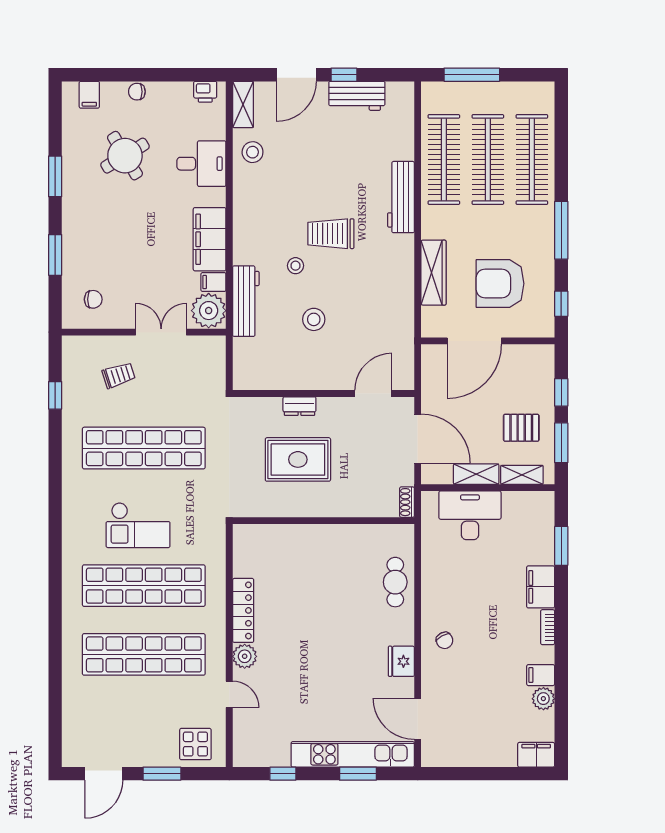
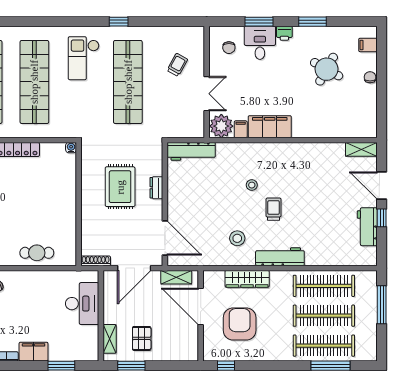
printer: (205, 92) -> (284, 33), moved, turned -90
stool: (253, 152) -> (329, 156), removed
round table: (125, 156) -> (327, 69), turned -30
desk: (201, 164) -> (260, 43), moved, turned 180
workbench: (401, 197) -> (280, 257), moved
window: (561, 230) -> (330, 366), moved
trolley: (331, 234) -> (274, 209), width x0.73, depth x0.72
workbench: (246, 301) -> (191, 151), moved
stool: (314, 319) -> (237, 238), moved
trolley: (119, 375) -> (177, 65), turned -133
window: (561, 392) -> (166, 366), removed
door: (373, 393) -> (165, 238), width x1.36
window: (55, 395) -> (119, 22), moved
shelving: (476, 474) -> (176, 277), moved, turned 90
shoe rack: (407, 502) -> (96, 261), width x1.43
checkout: (138, 525) -> (84, 58), moved
water cooler: (240, 532) -> (71, 148), added

